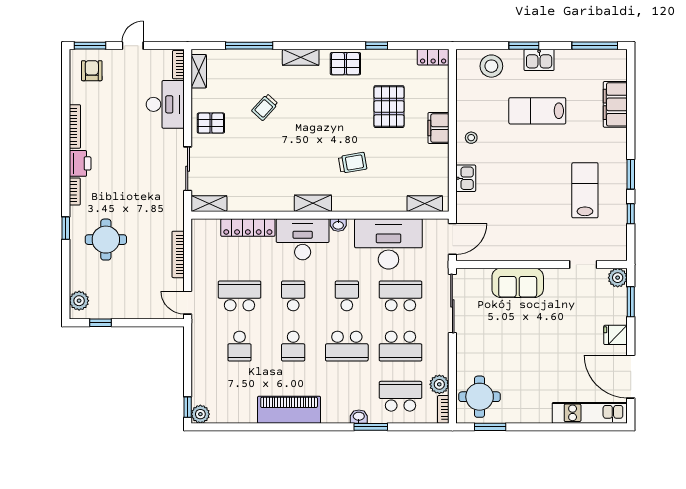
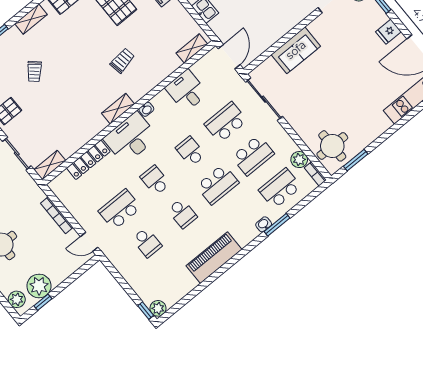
desk: (388, 244) -> (187, 91), width x0.53, depth x0.77
plant: (109, 305) -> (39, 286), added

